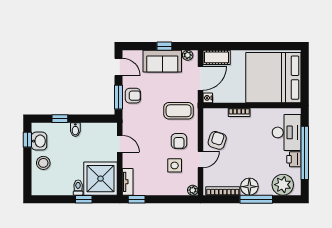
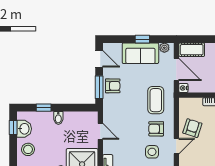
door: (200, 78) -> (176, 69), hinge flipped
coffee table: (179, 111) -> (156, 100), turned 90
armchair: (179, 141) -> (156, 129), turned 90

